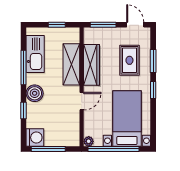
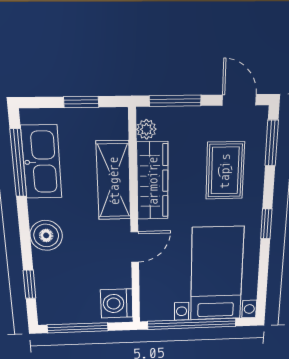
window: (153, 61) -> (272, 143), moved
window: (23, 68) -> (18, 163), moved
window: (23, 110) -> (29, 284), moved
washing machine: (35, 137) -> (117, 303), moved, turned 180
plant: (89, 141) -> (146, 129), moved

